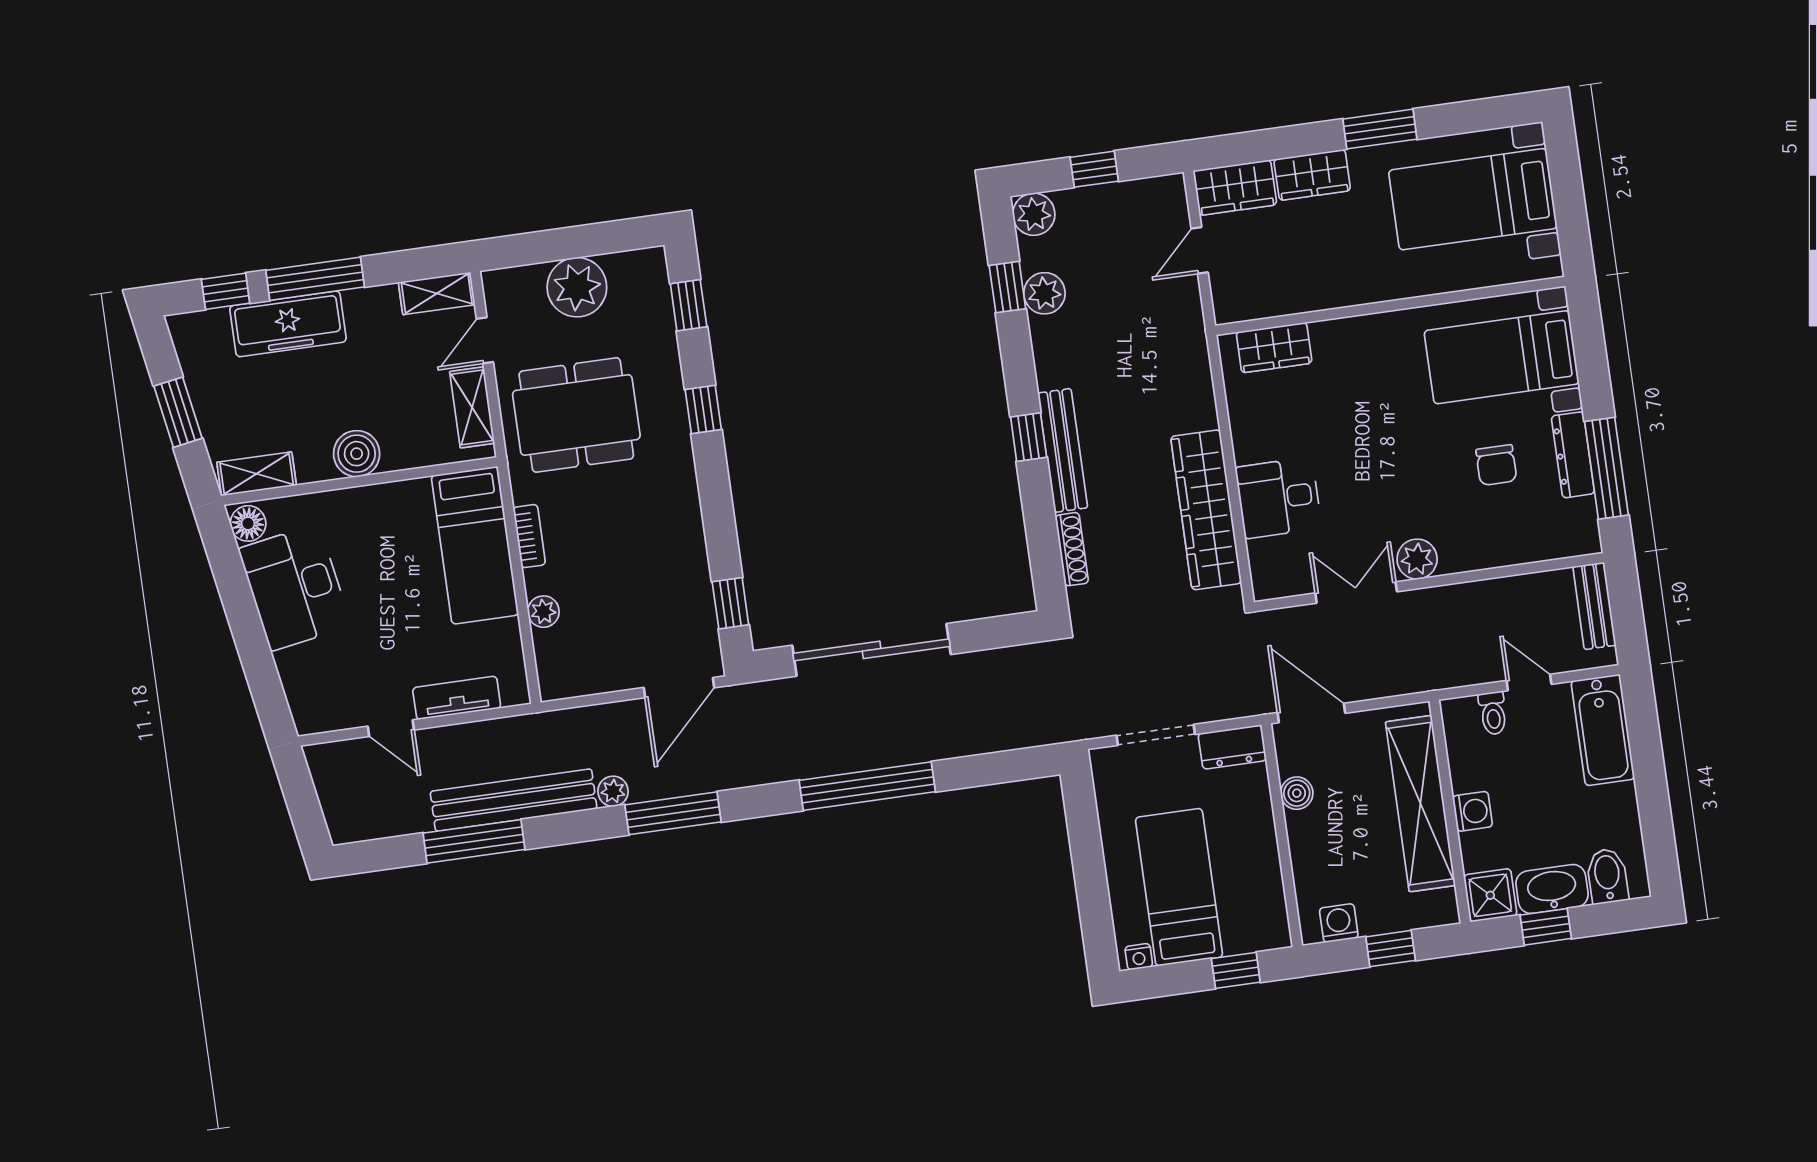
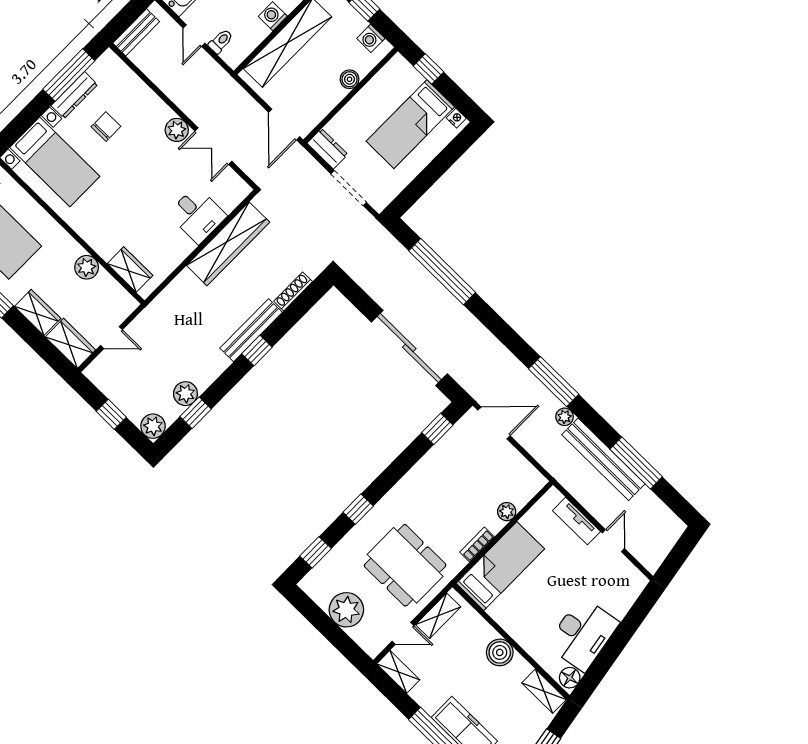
plant: (1323, 290) -> (87, 267), added
window: (867, 786) -> (442, 272), moved
boiler: (1297, 793) -> (350, 79), moved

